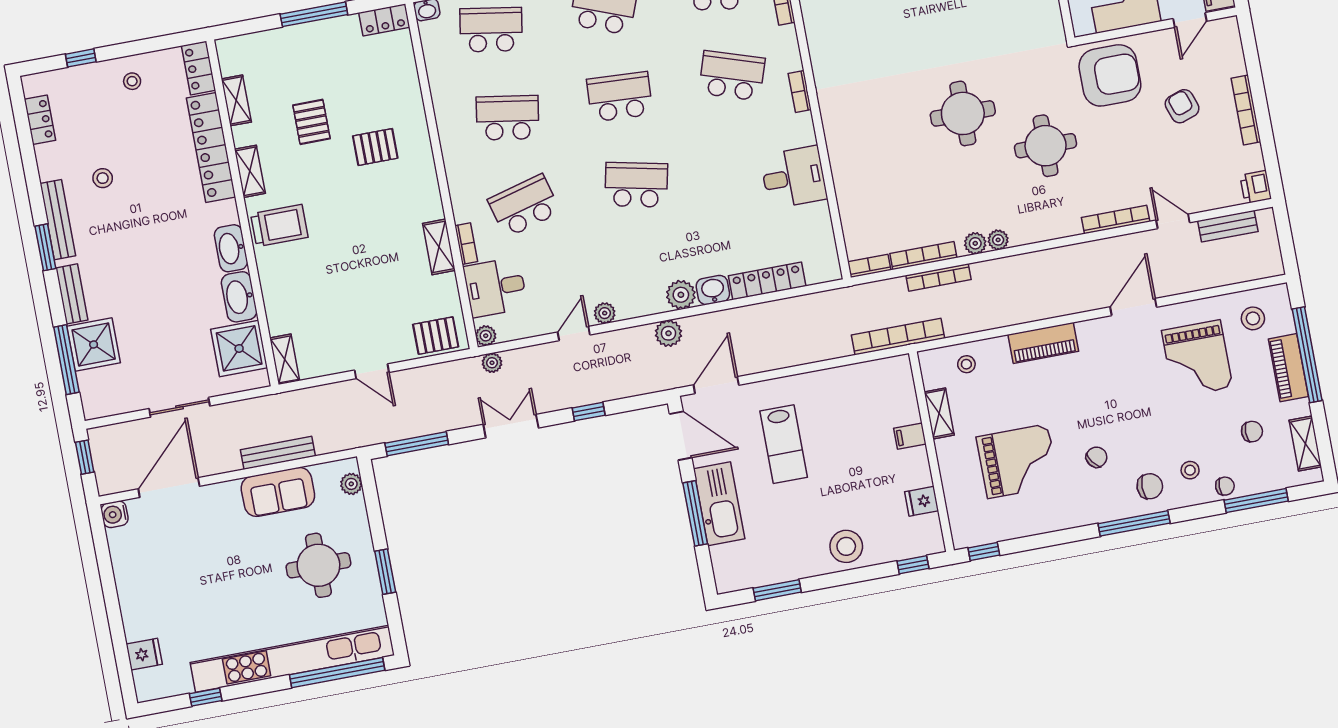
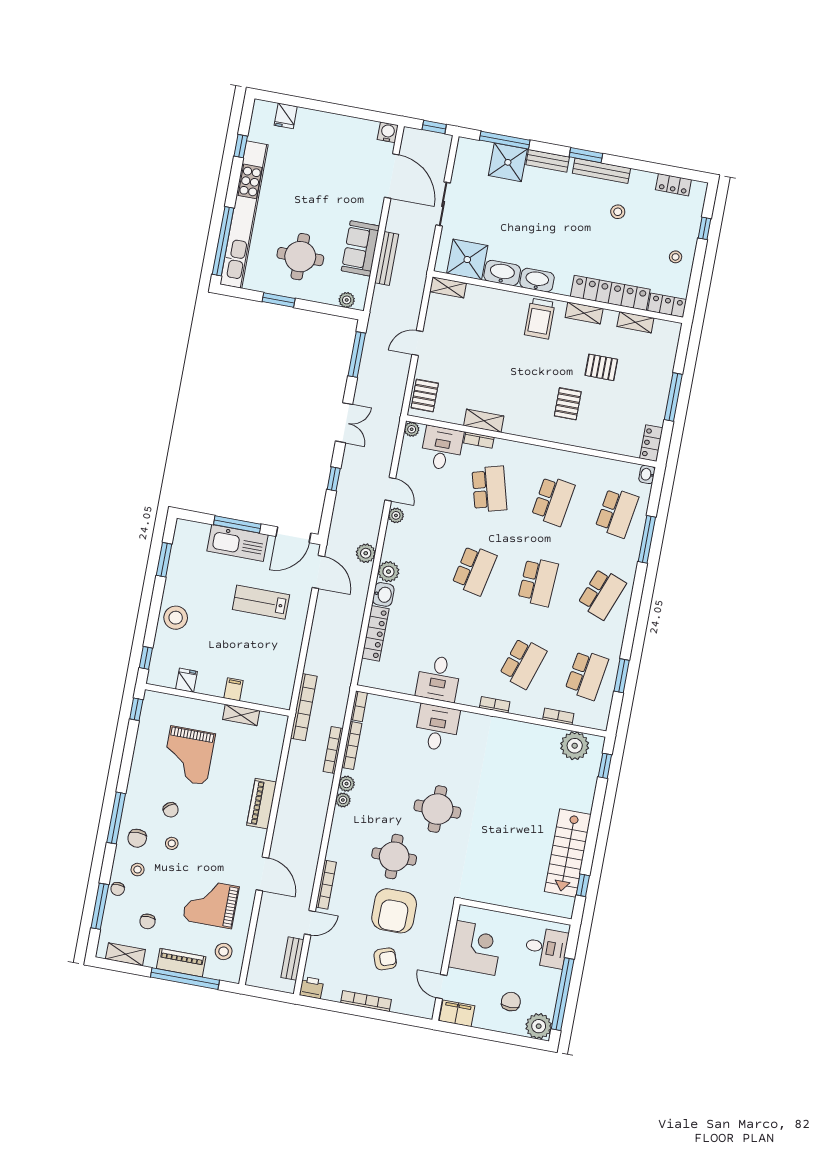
armchair: (1110, 75) -> (394, 911), moved
desk: (858, 155) -> (437, 728), added
plant: (492, 363) -> (392, 426), removed
stool: (966, 364) -> (172, 843), moved

